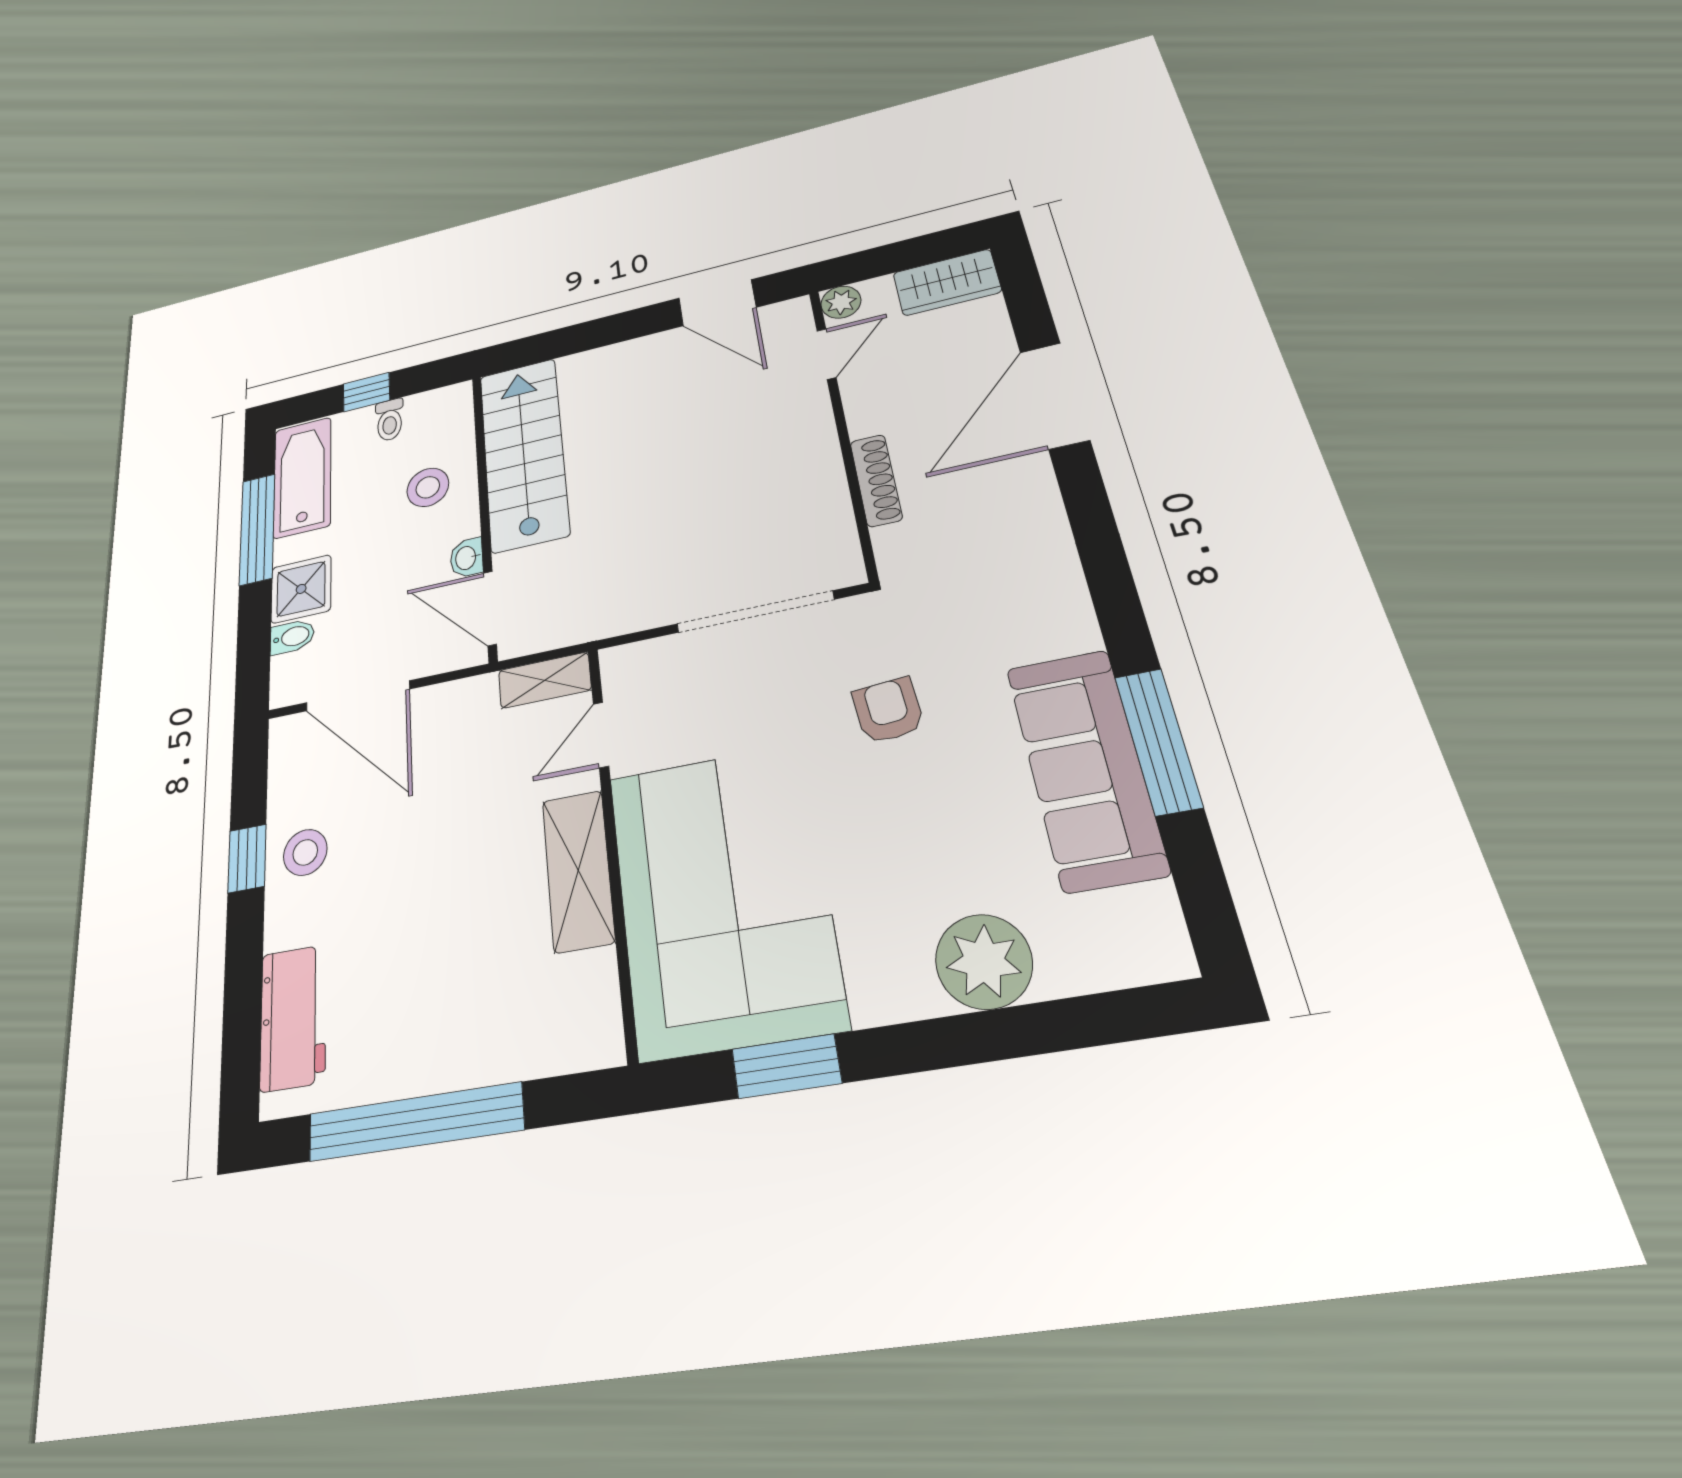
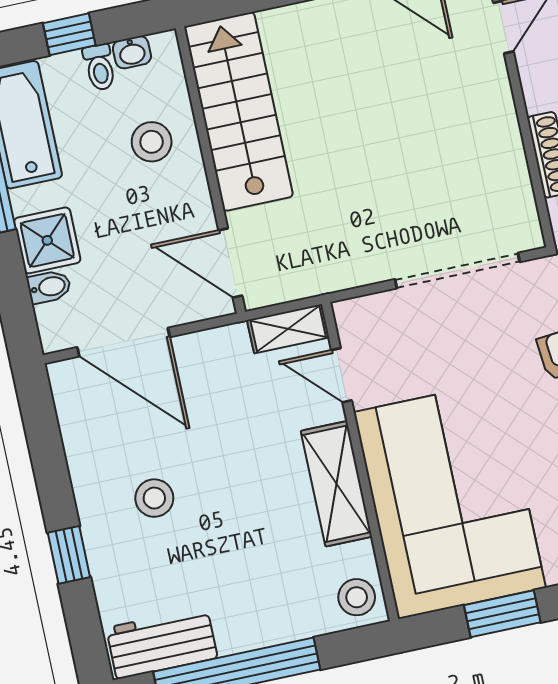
washbasin: (467, 558) -> (132, 52), moved, turned -90
door: (601, 735) -> (342, 375), hinge flipped
stool: (305, 852) -> (154, 498), moved
window: (247, 858) -> (69, 555), moved
workbench: (293, 1017) -> (162, 643), moved, turned -90
stool: (586, 1027) -> (357, 597), added

